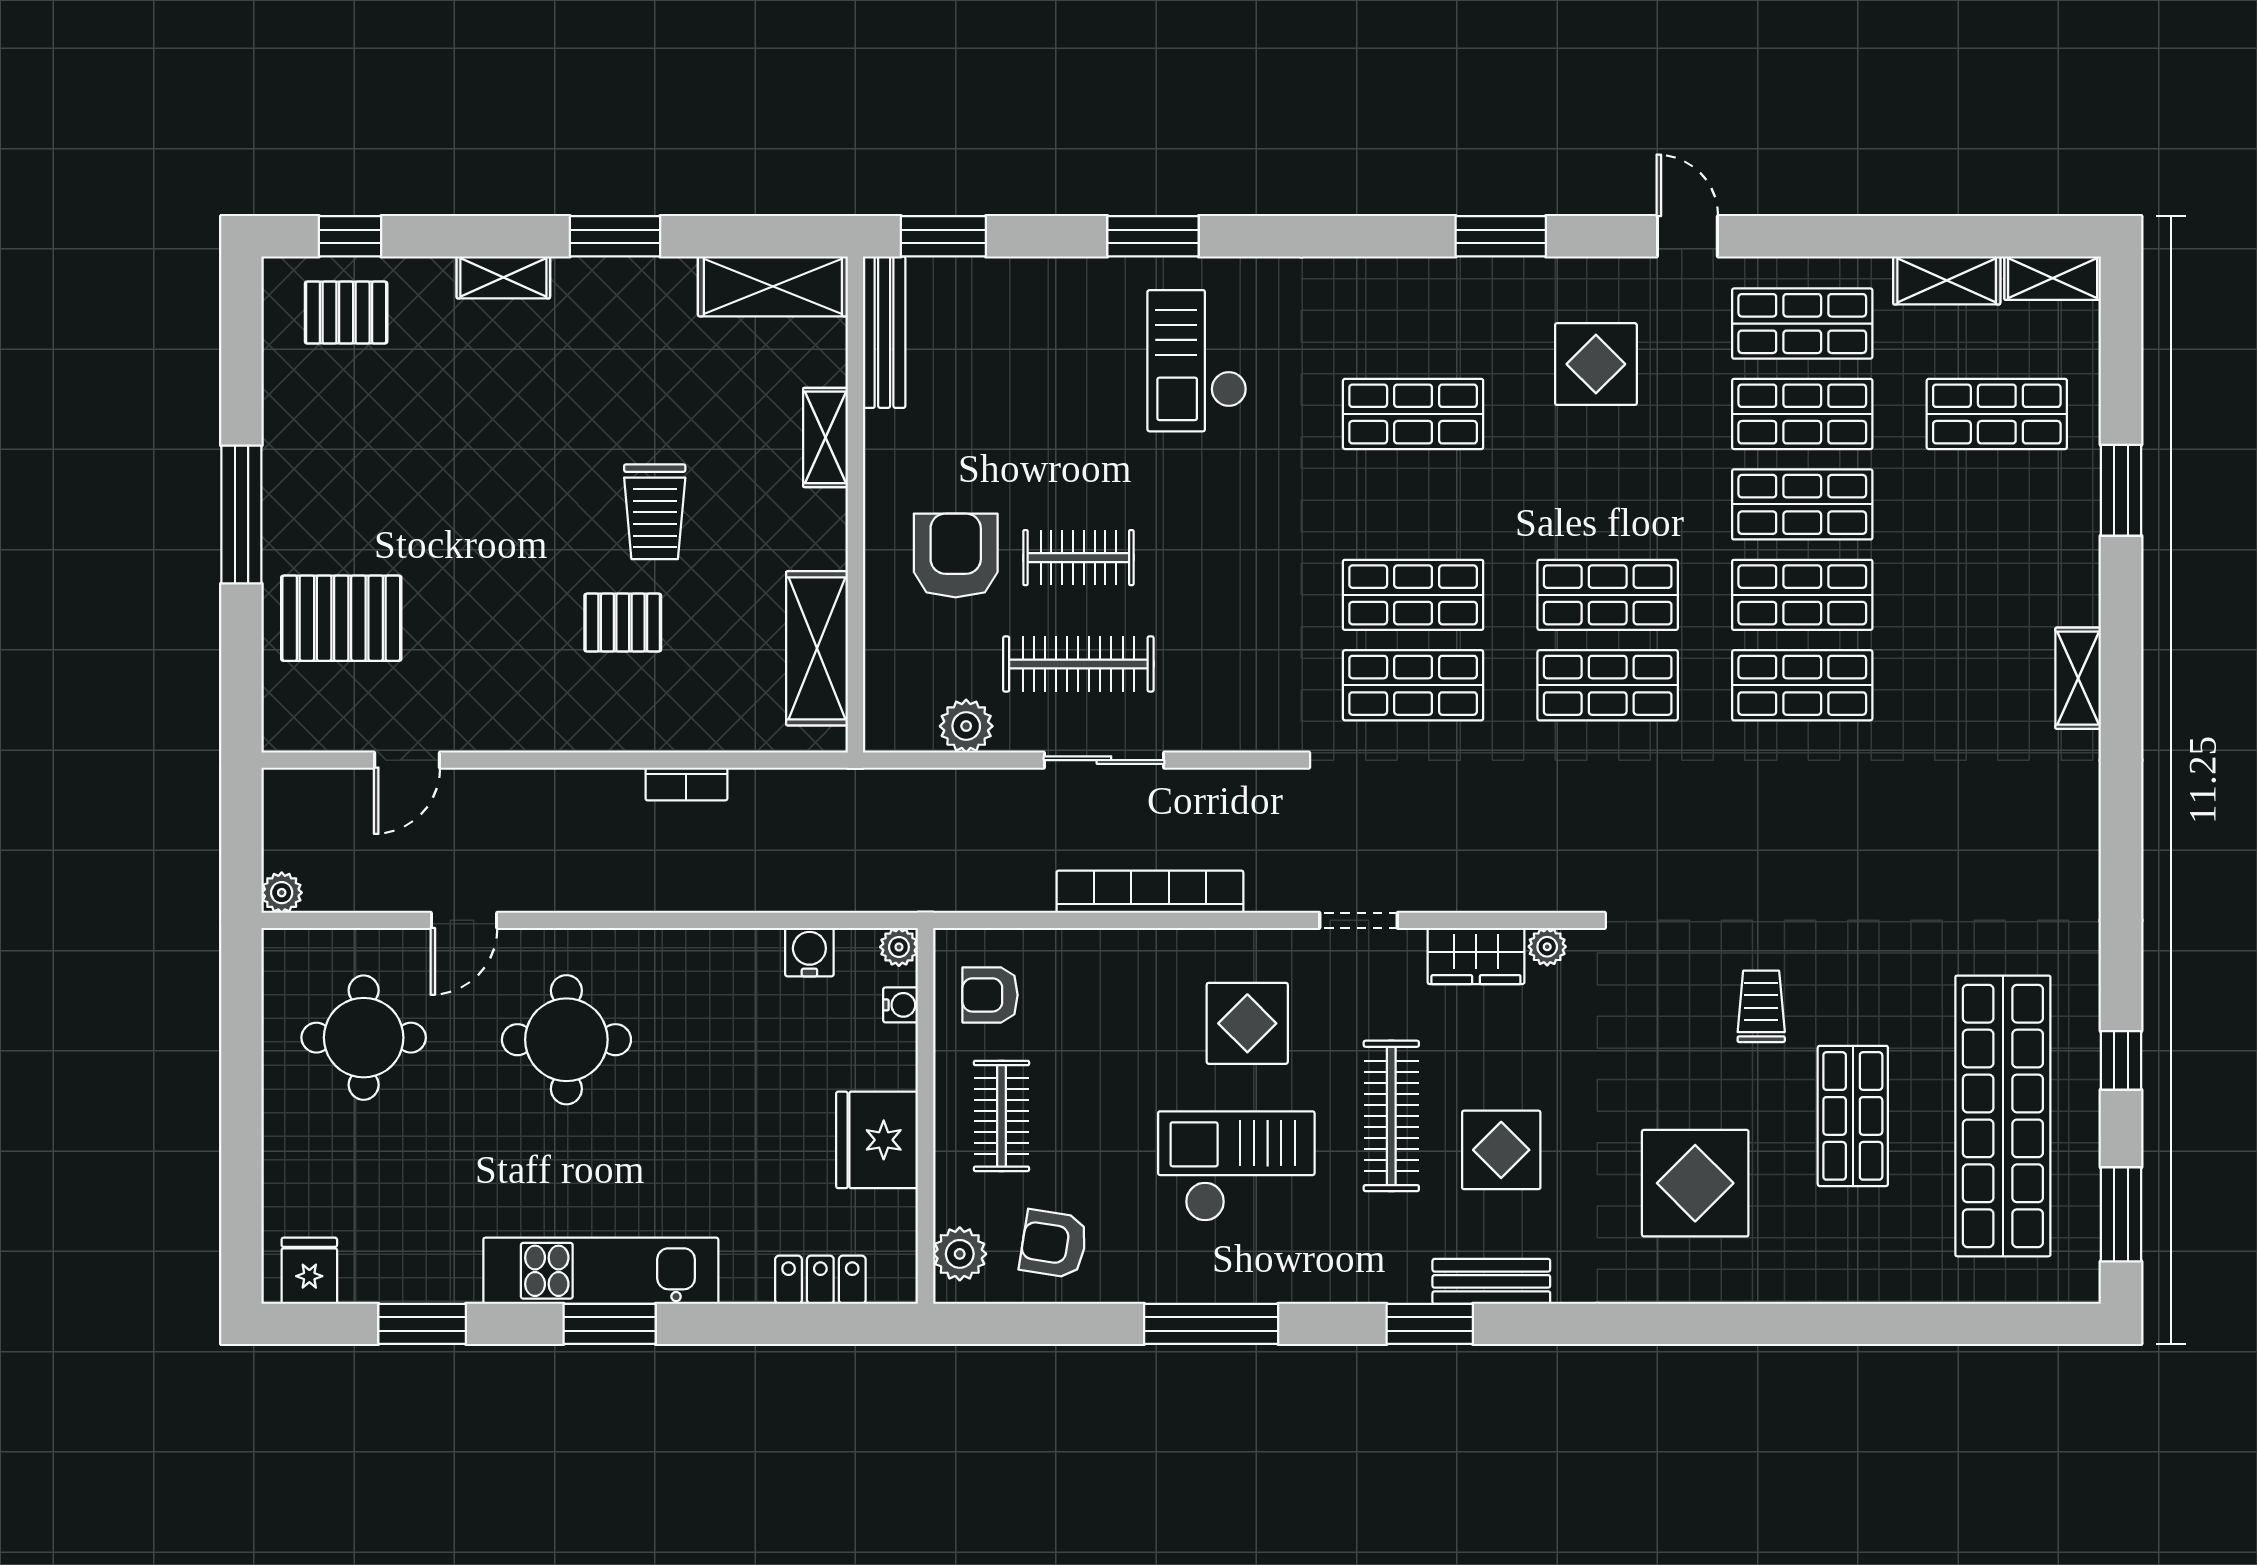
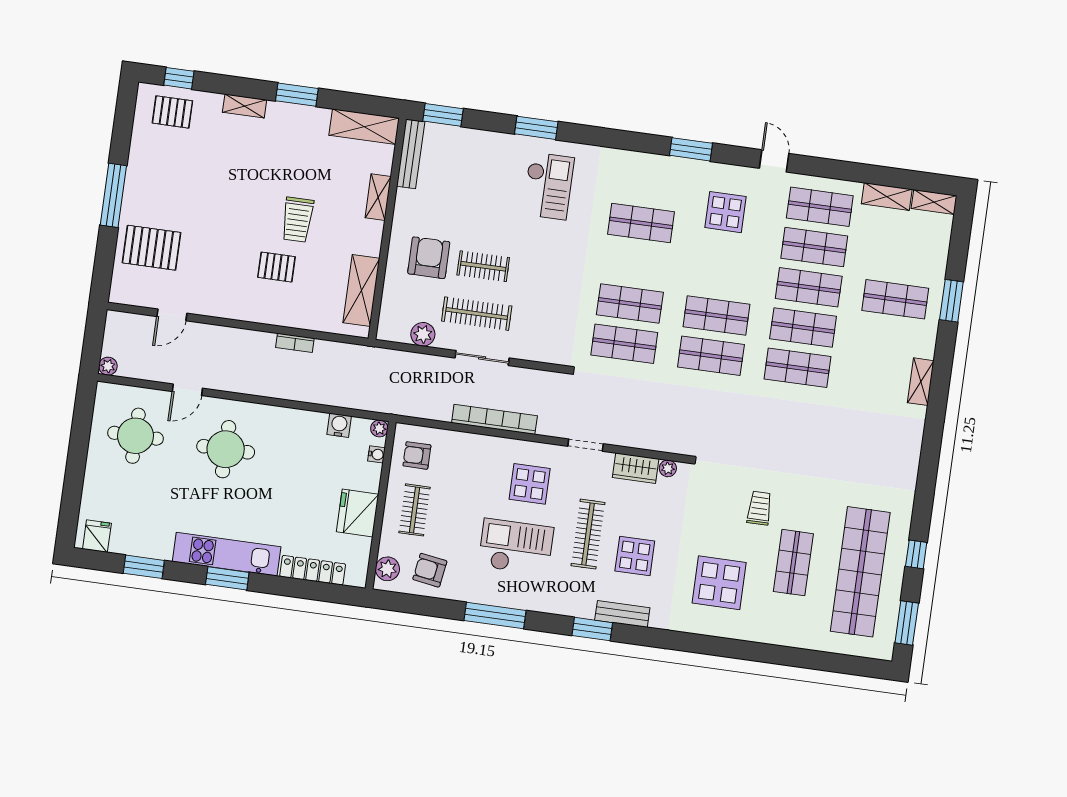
checkout: (1197, 361) -> (548, 186), turned 180
shop shelf: (1997, 414) -> (895, 299), moved
locker: (820, 1280) -> (313, 570), width x1.53

